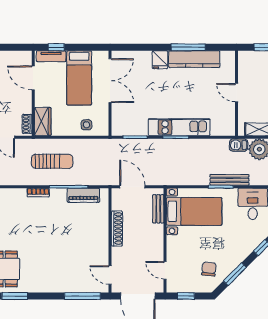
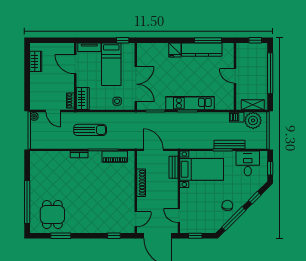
window: (56, 47) -> (123, 40), moved
window: (188, 47) -> (208, 40), moved
double door: (110, 81) -> (136, 84), moved
chair: (209, 269) -> (227, 205), moved
window: (235, 274) -> (234, 219), width x1.44
door: (110, 275) -> (136, 219), swing flipped
window: (82, 296) -> (114, 236), width x0.46

